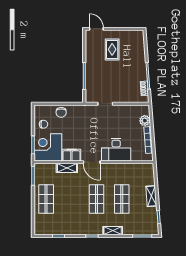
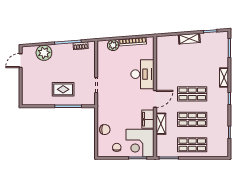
door: (96, 29) -> (21, 61), moved
rug: (112, 49) -> (63, 89), moved
plant: (137, 52) -> (44, 53), added
shop shelf: (122, 199) -> (192, 119), moved

